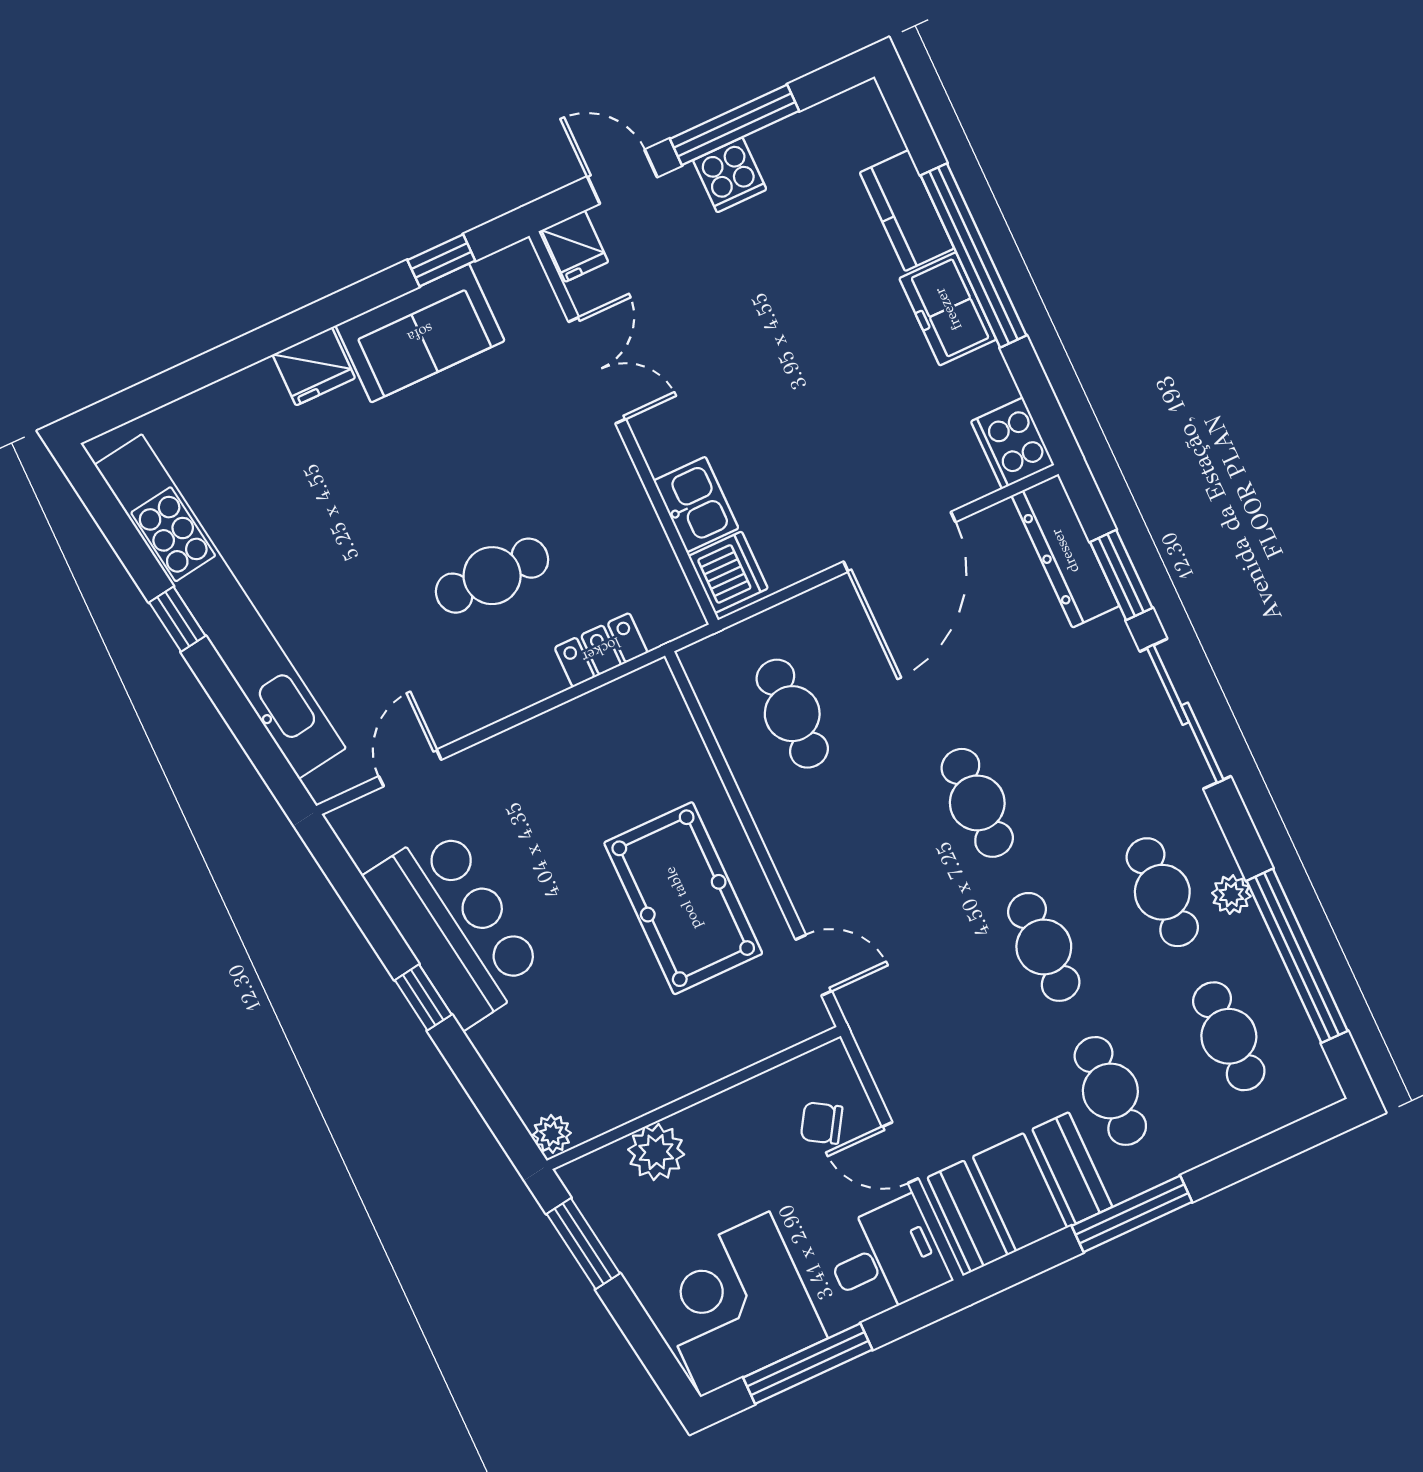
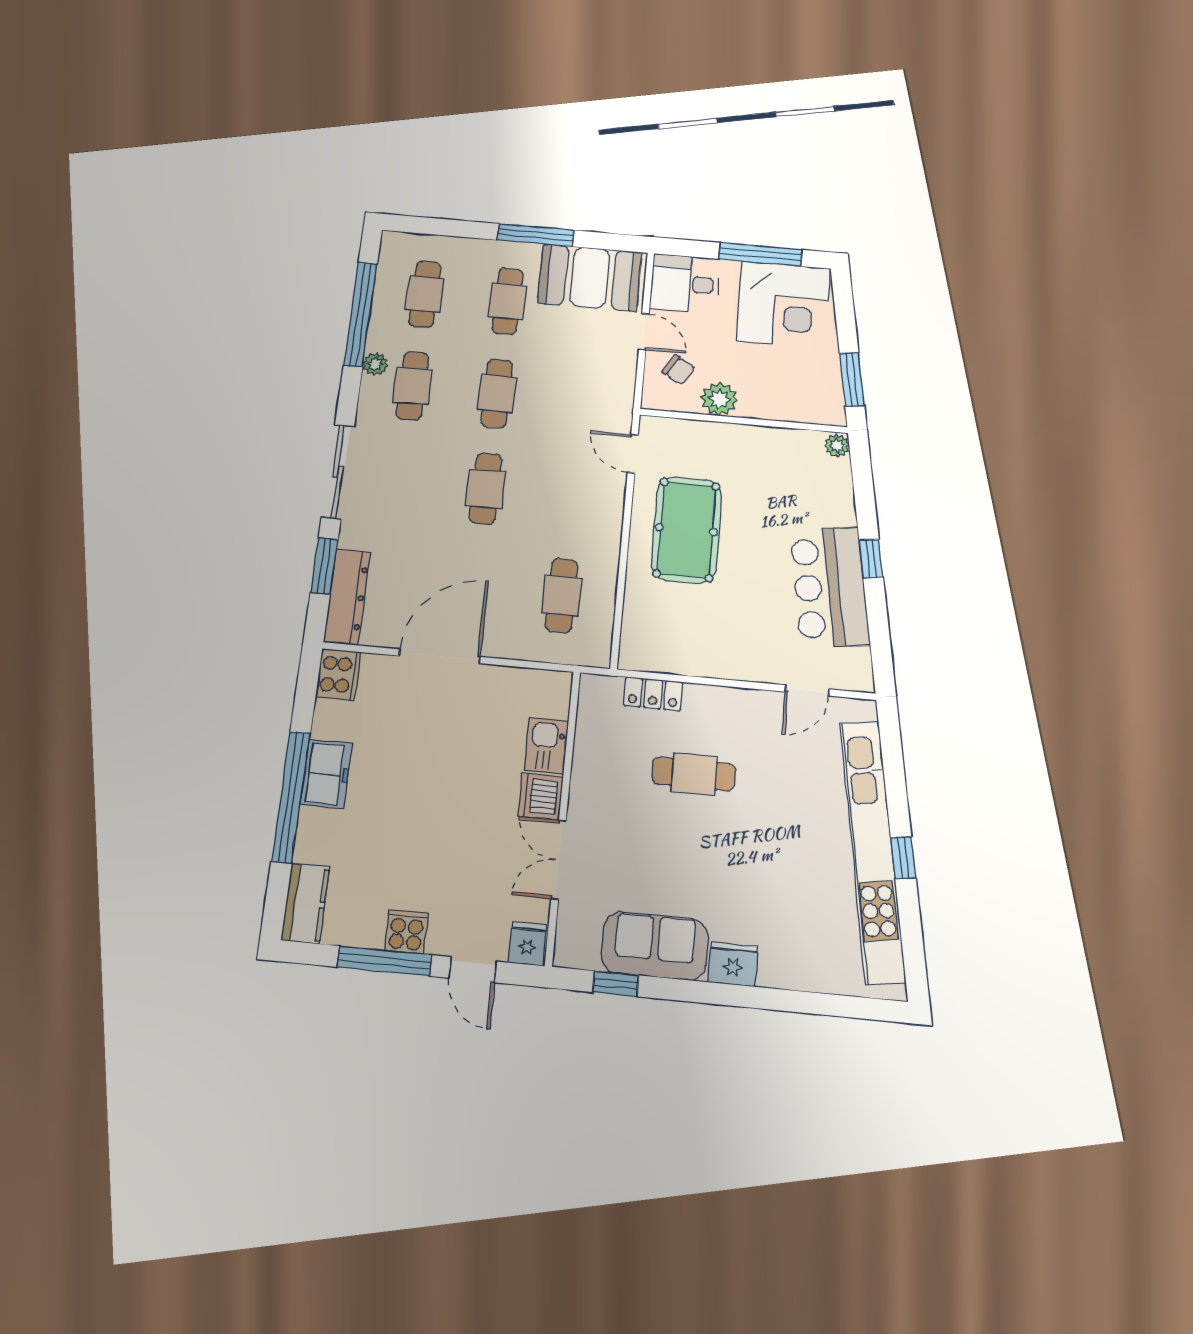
kitchen counter: (907, 210) -> (305, 903), moved
dishwasher: (728, 572) -> (541, 796), moved
plant: (656, 1152) -> (719, 399), moved

